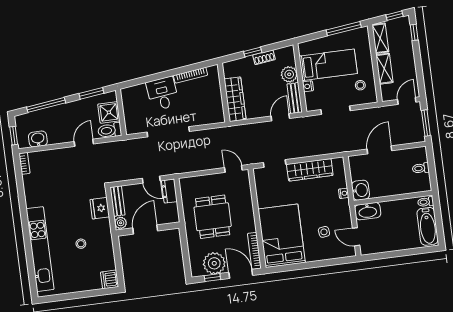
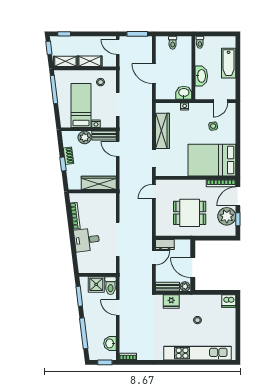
washbasin: (368, 211) -> (201, 76), moved
bathtub: (428, 226) -> (229, 63), moved, turned 90

